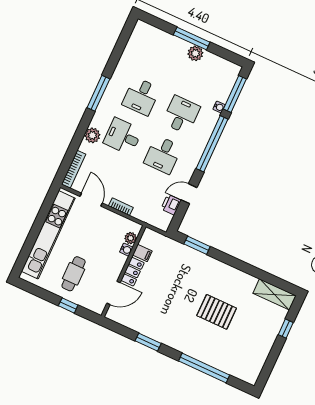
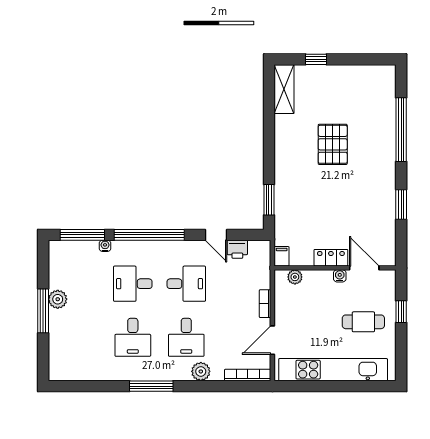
desk: (141, 96) -> (133, 337), turned 90
water cooler: (126, 250) -> (340, 276), moved
filing cabinet: (142, 253) -> (282, 256), moved

